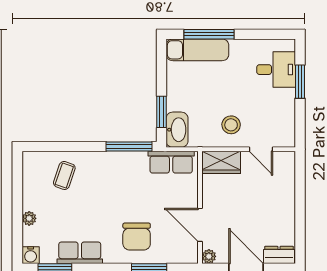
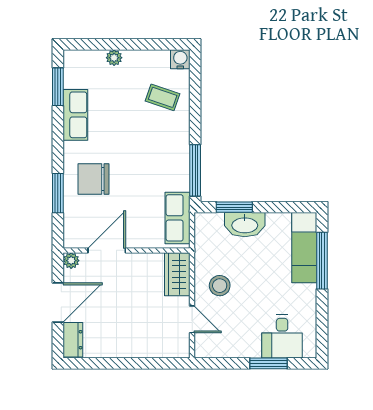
washbasin: (177, 130) -> (245, 225), moved
door: (261, 149) -> (192, 319), swing flipped
water cooler: (31, 255) -> (180, 59), moved, turned 90

